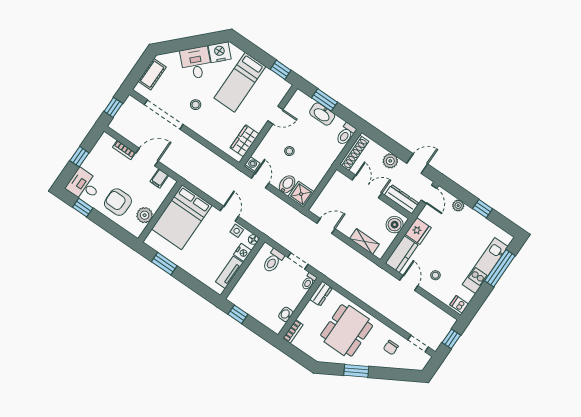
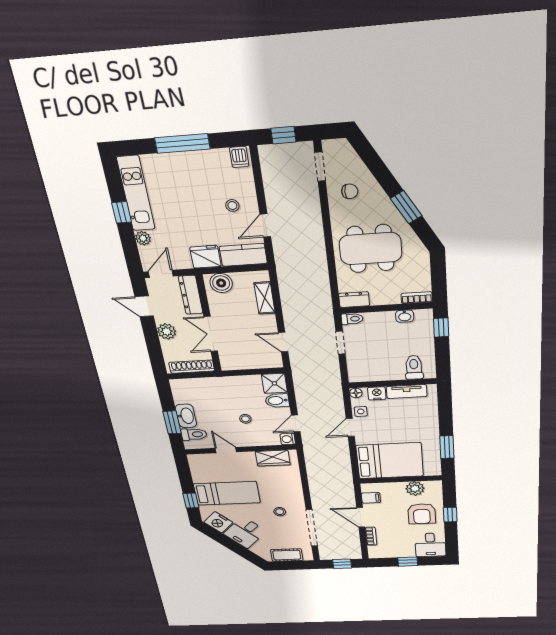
window: (281, 70) -> (191, 501), moved
toilet: (346, 134) -> (194, 434), moved
window: (83, 208) -> (450, 515), moved
toilet: (273, 261) -> (414, 367), moved, turned -90
kitchen unit: (485, 266) -> (136, 193), moved, turned -90
window: (500, 268) -> (182, 143), moved
window: (238, 314) -> (441, 327), moved

